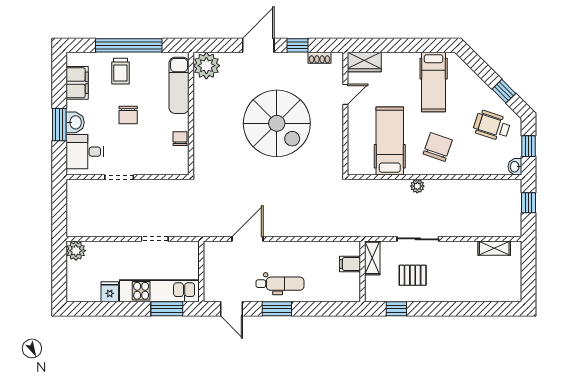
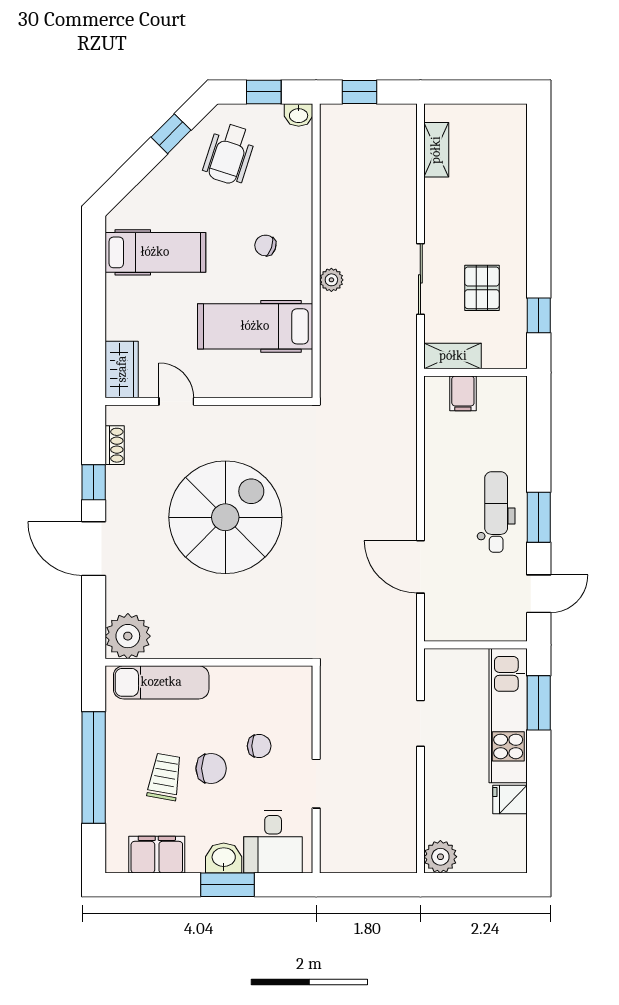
trolley: (120, 71) -> (165, 777), moved, turned -80
chair: (180, 139) -> (259, 746), moved, turned 180
chair: (438, 147) -> (265, 245), width x0.54, depth x0.54

